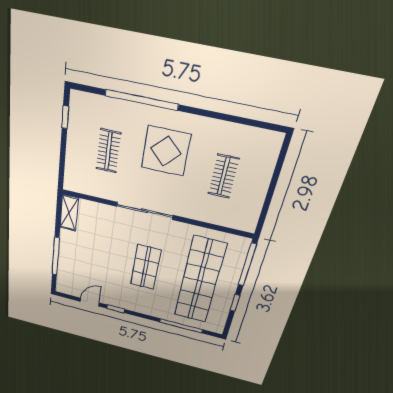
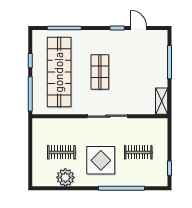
plant: (227, 136) -> (65, 177), added
clothes rail: (108, 151) -> (138, 152), turned 90
clothes rail: (223, 176) -> (61, 152), turned 90
door: (90, 302) -> (139, 28), swing flipped

